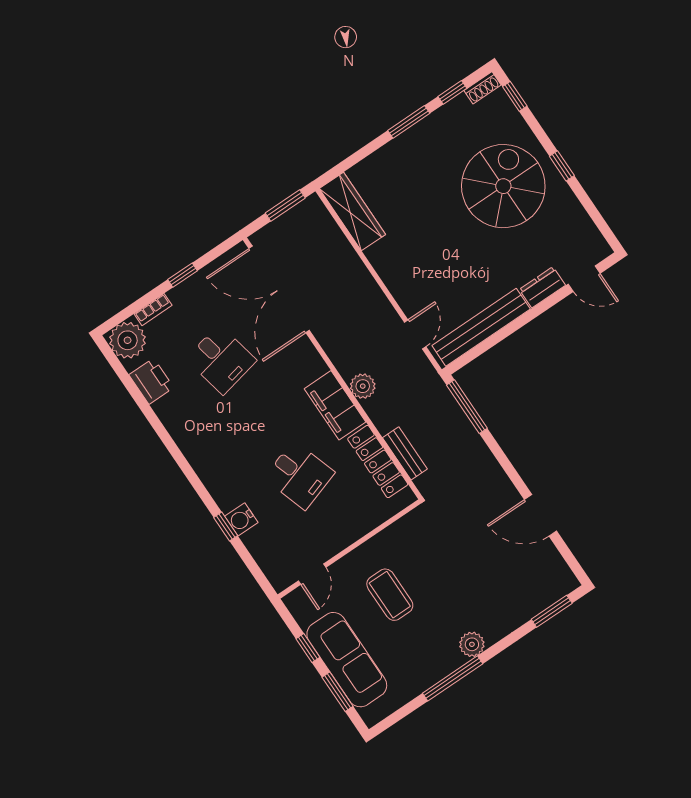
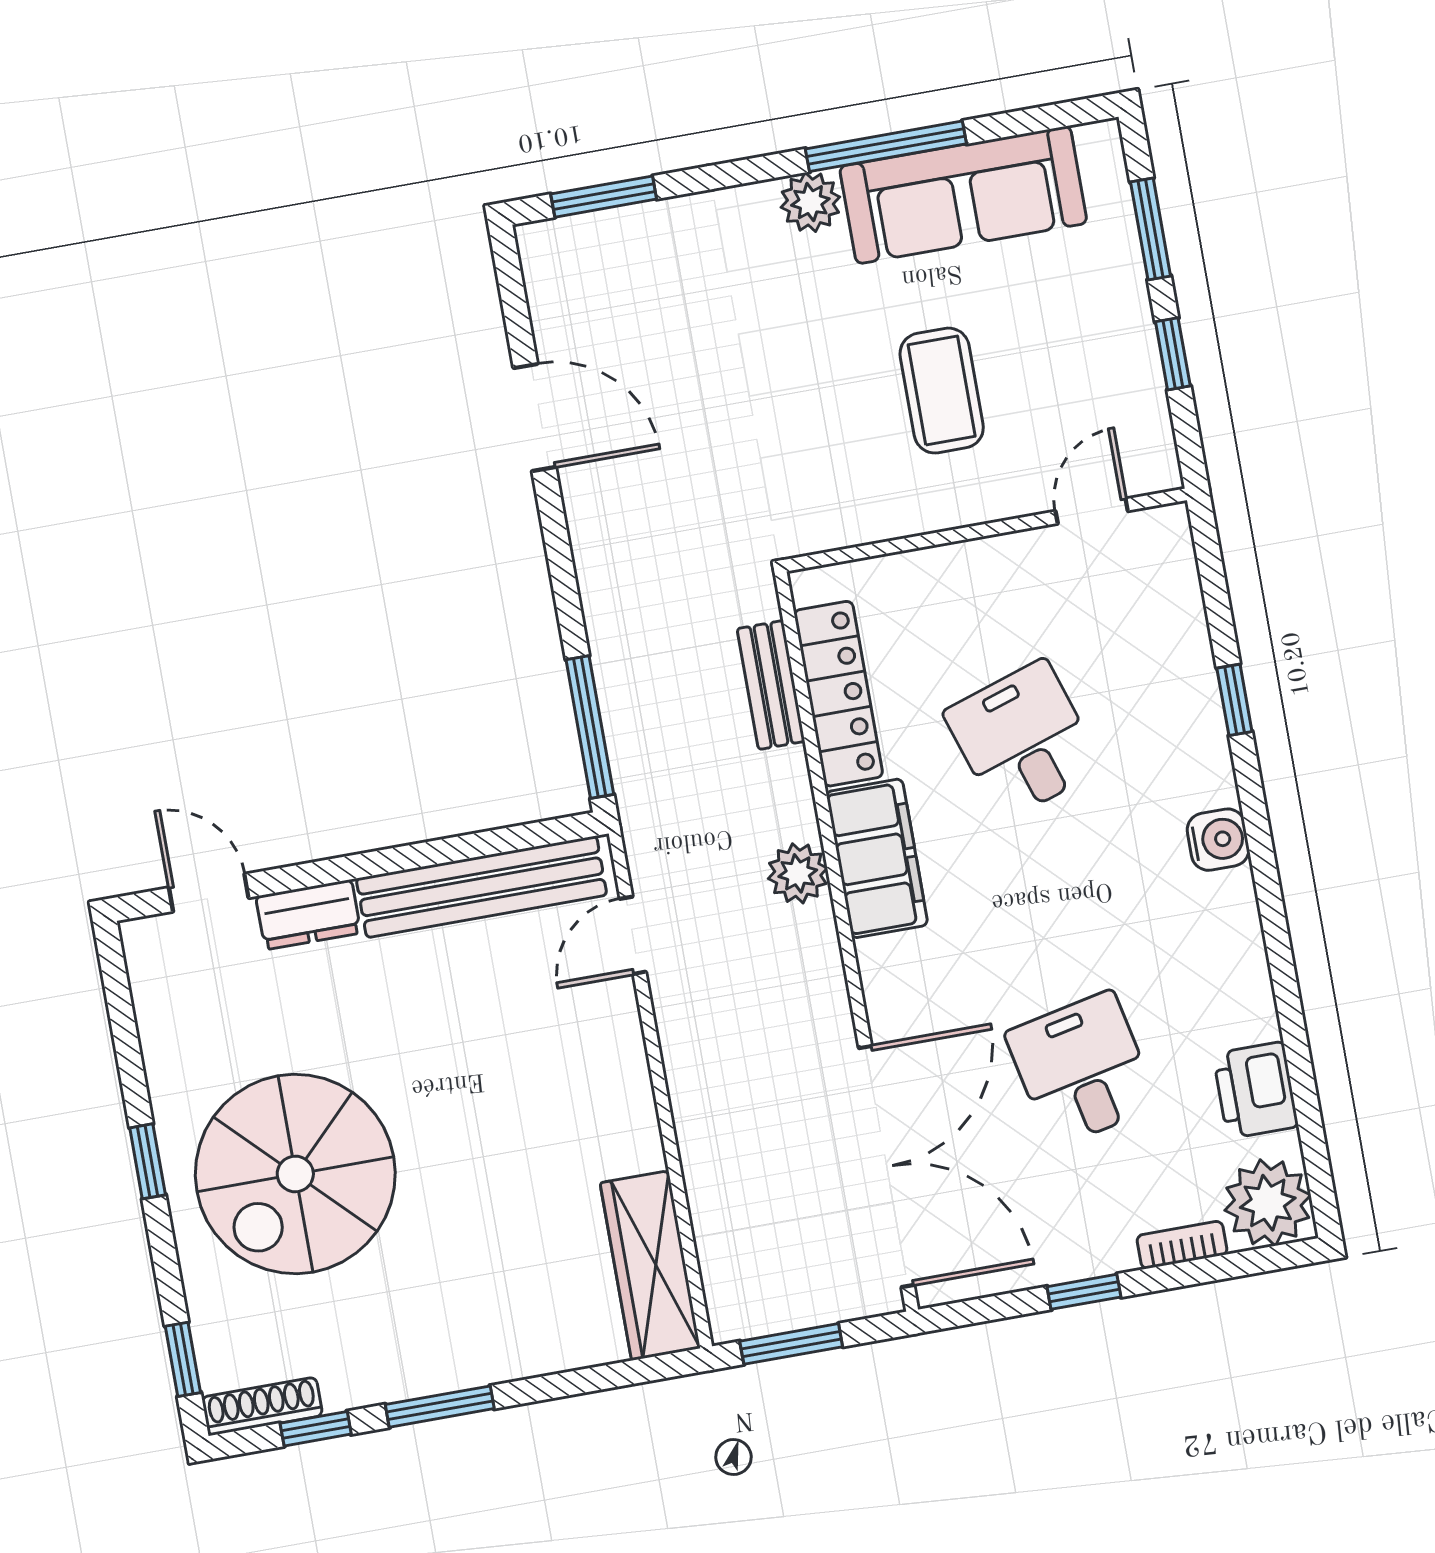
shoe rack: (483, 88) -> (262, 1406), width x1.43
water cooler: (241, 519) -> (1218, 840), moved
sofa: (347, 660) -> (963, 195), moved, turned -90

